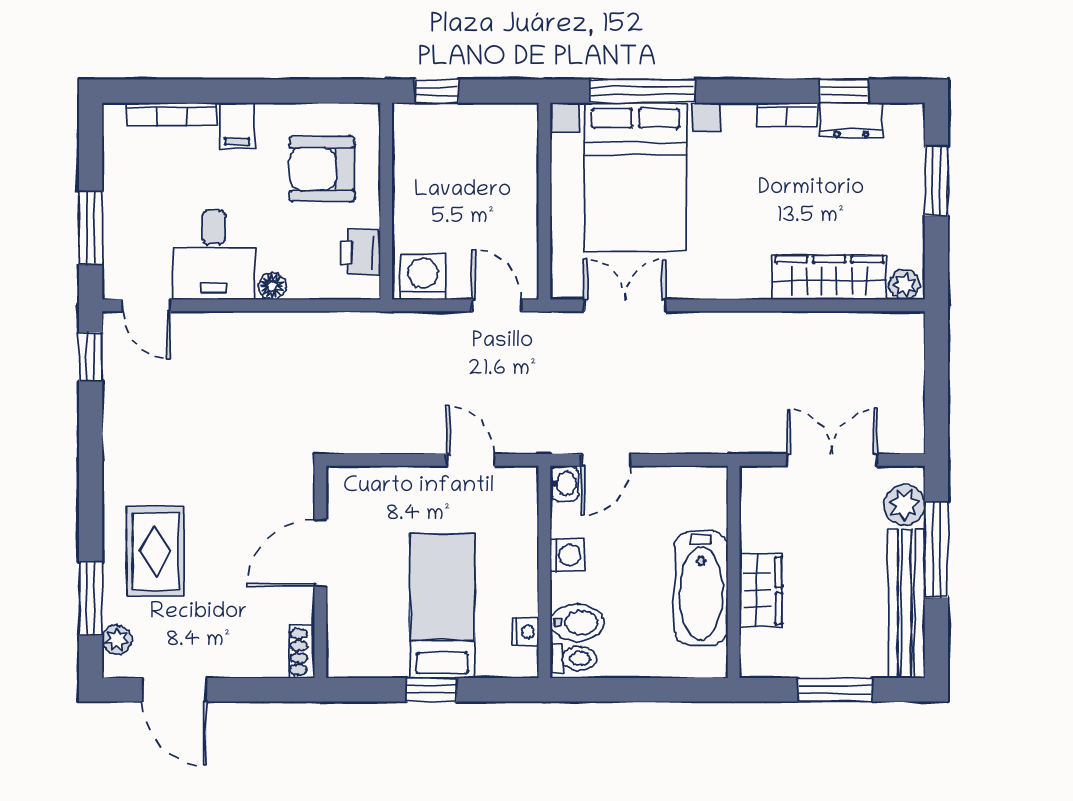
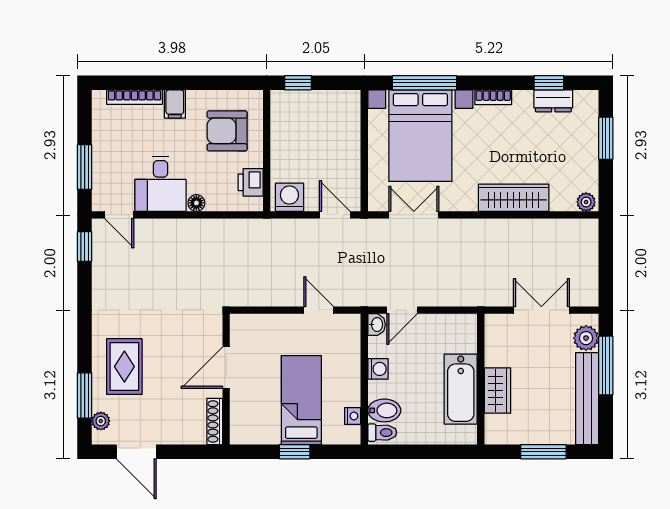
bookcase: (787, 115) -> (493, 97), moved
wardrobe: (829, 278) -> (514, 198), moved
shoe rack: (302, 652) -> (215, 421), width x1.43

